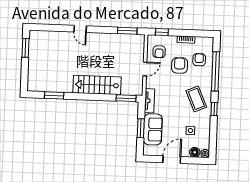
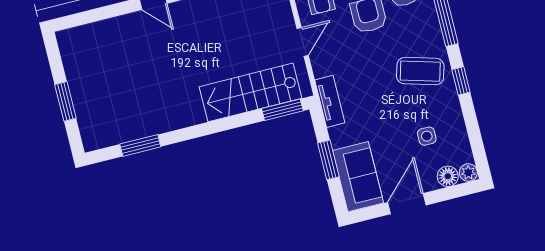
window: (26, 48) -> (65, 101), moved
stairs: (97, 85) -> (251, 92), moved
coffee table: (196, 99) -> (420, 71), turned -50
sofa: (153, 129) -> (358, 177), moved

